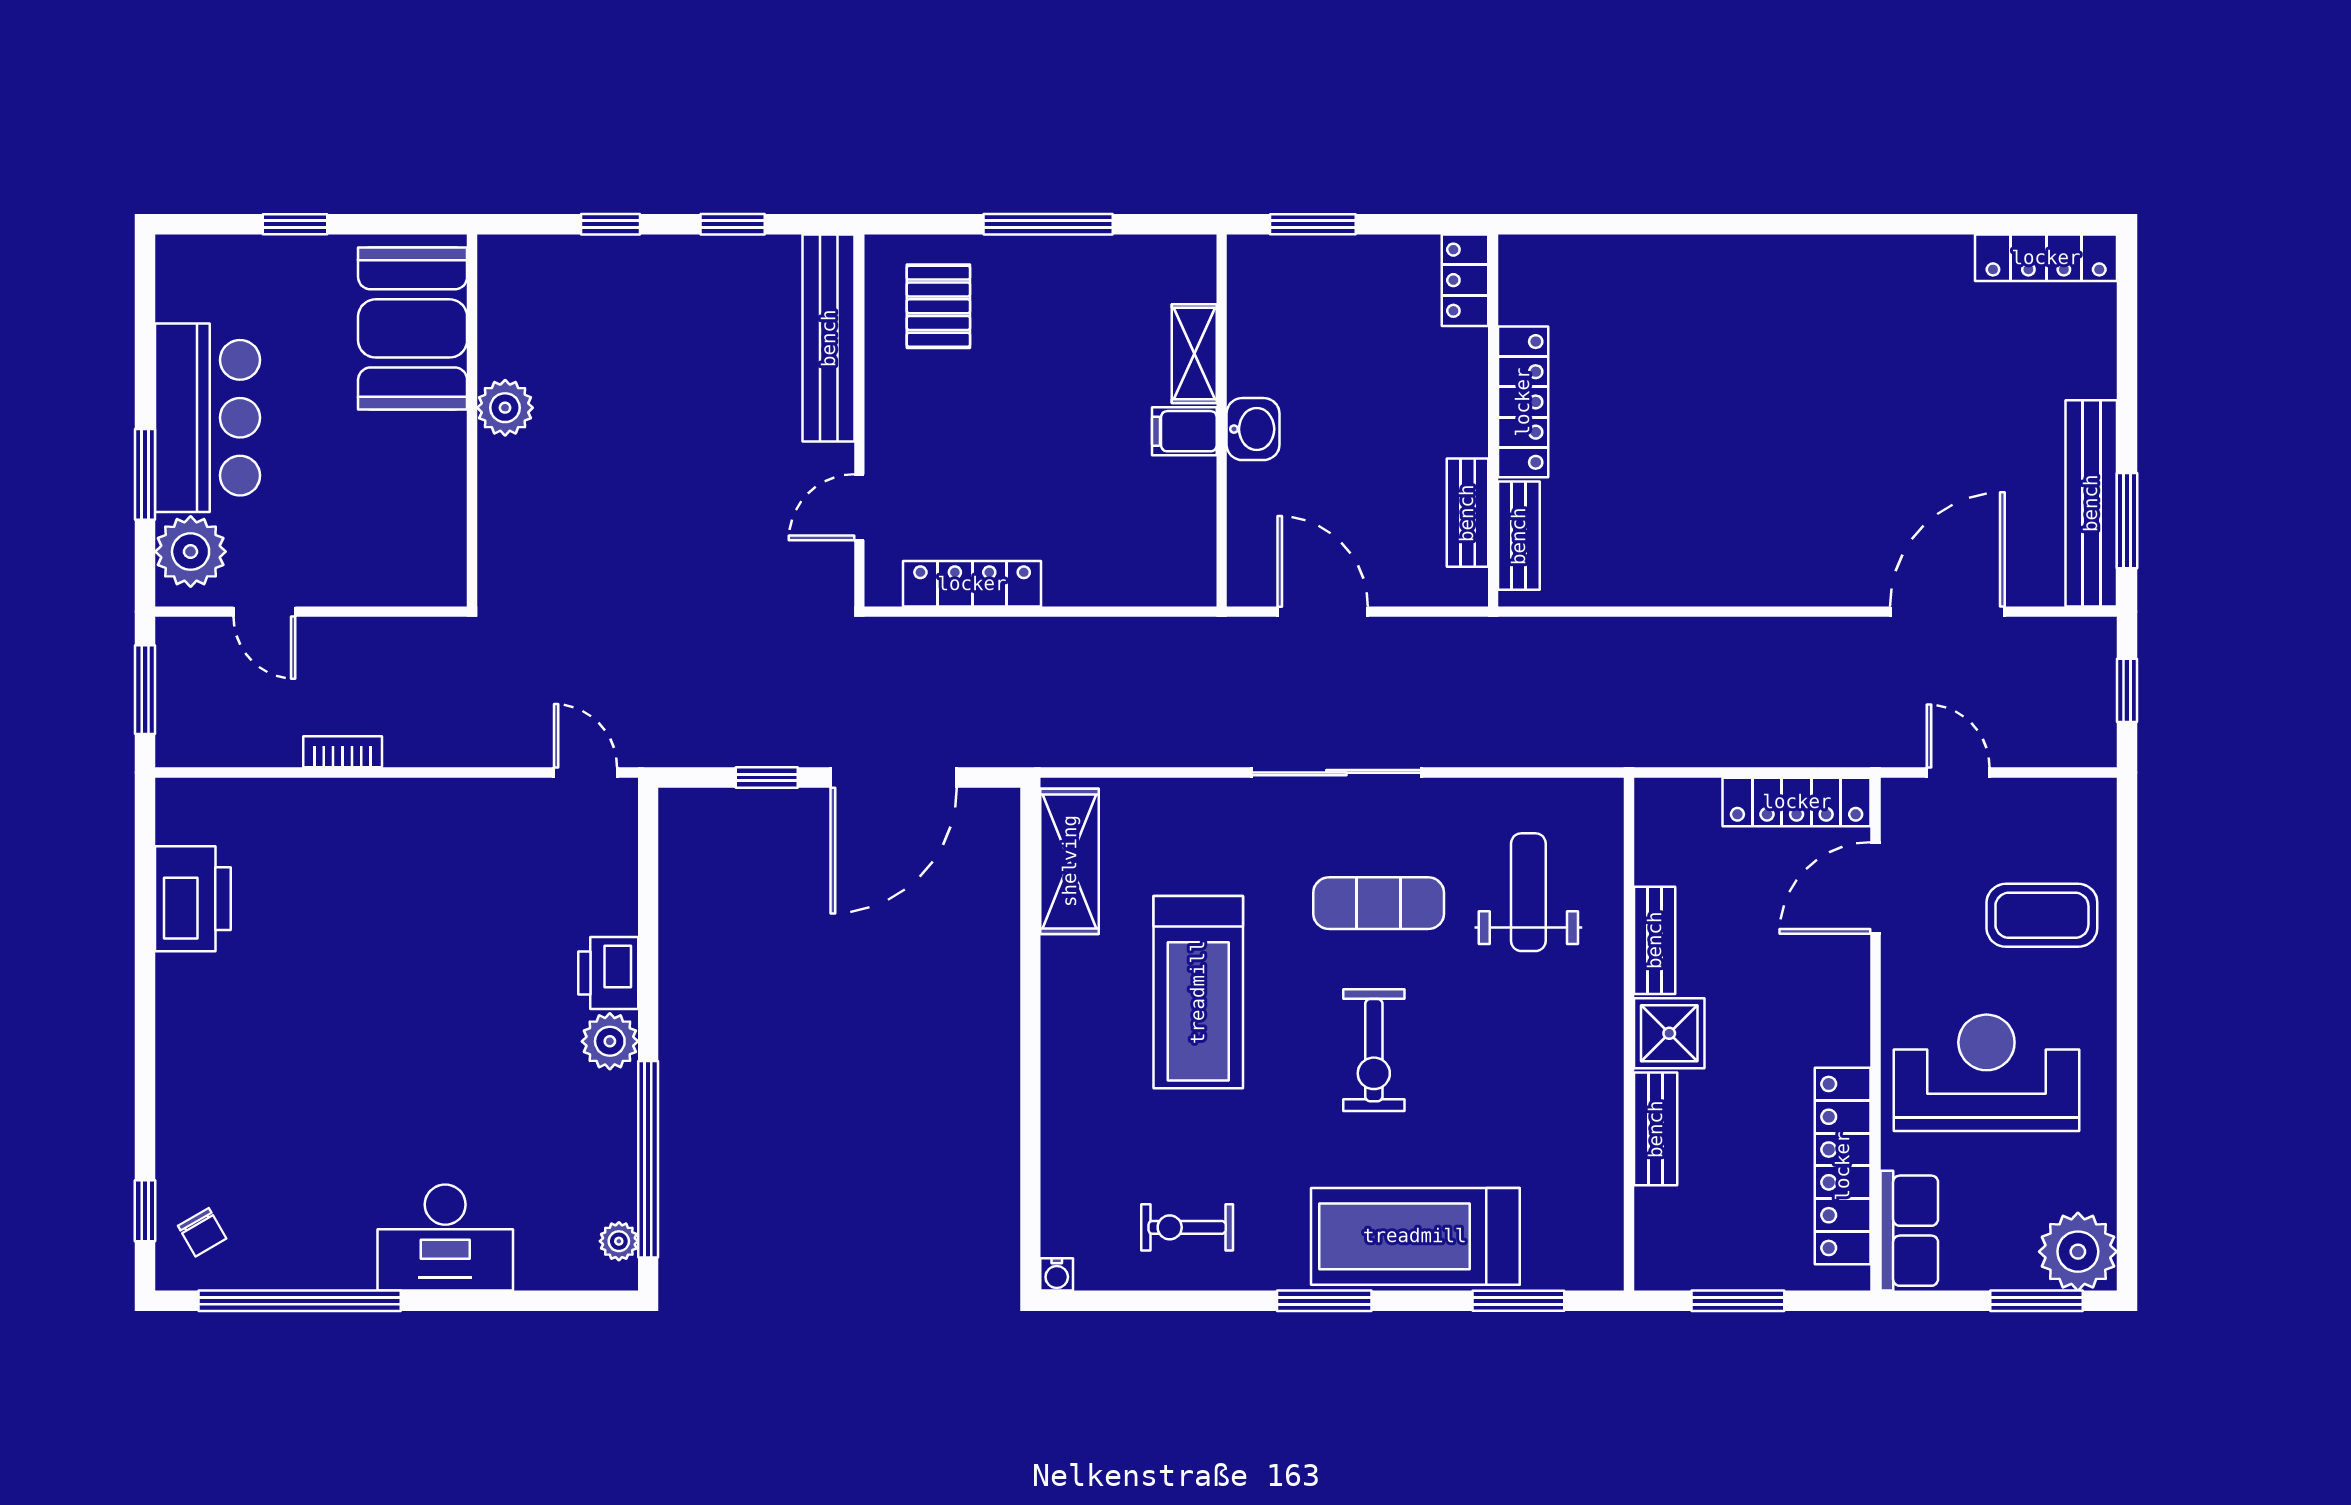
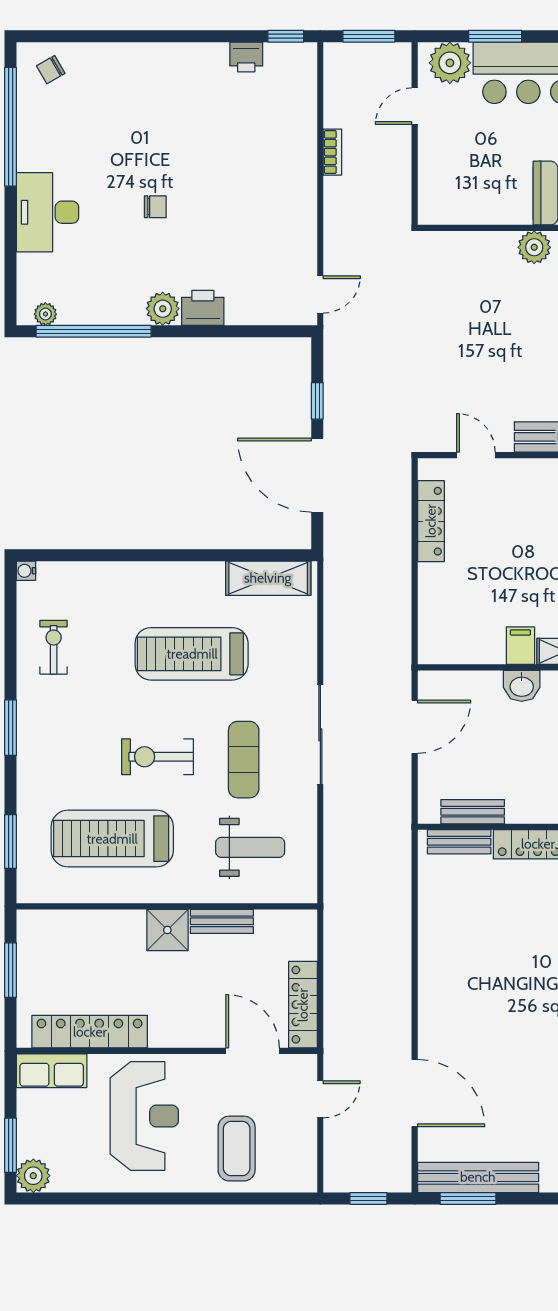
printer: (193, 899) -> (246, 57), width x0.53, depth x0.68
chair: (436, 1054) -> (155, 207), added
bench: (1656, 1129) -> (111, 922), removed
window: (145, 1211) -> (286, 36), moved
treadmill: (1415, 1236) -> (112, 839), moved, turned -90
plant: (2078, 1252) -> (33, 1176), width x0.73, depth x0.73

